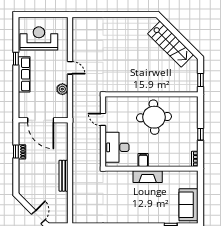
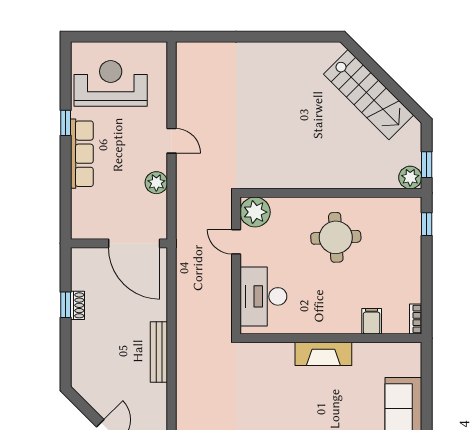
plant: (192, 87) -> (410, 178), added
plant: (113, 104) -> (255, 212), added
round table: (154, 117) -> (336, 237), width x0.73, depth x0.73
door: (41, 120) -> (134, 243), moved
window: (200, 134) -> (427, 224), moved
filing cabinet: (143, 160) -> (372, 321), moved

